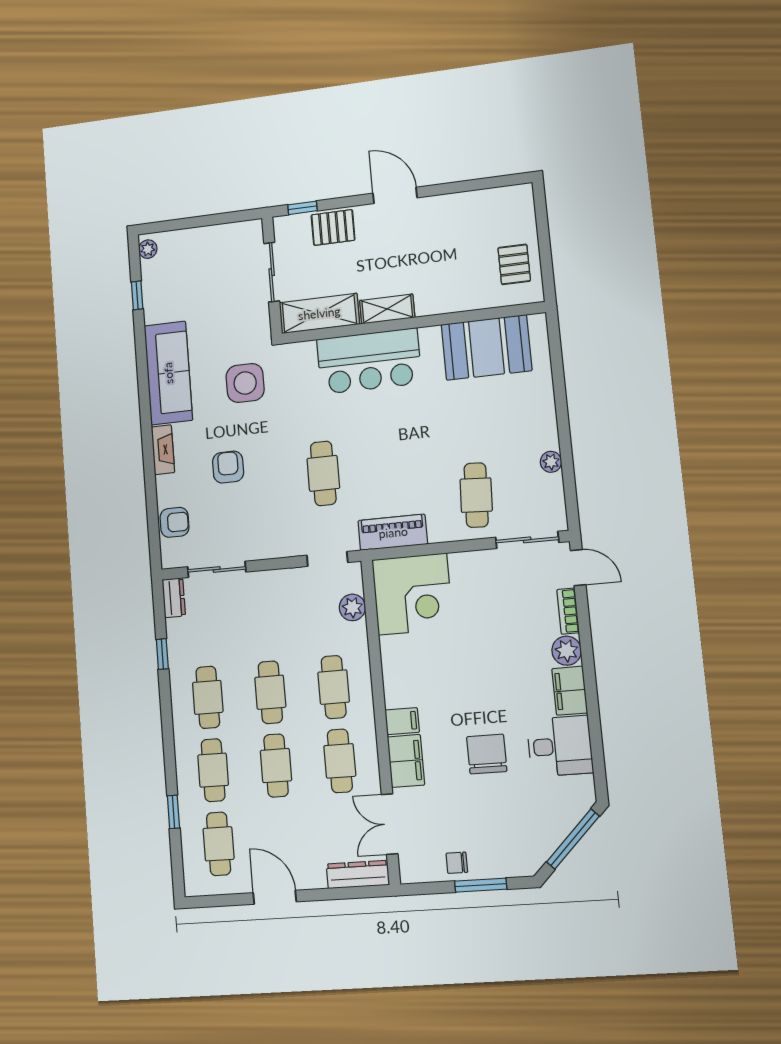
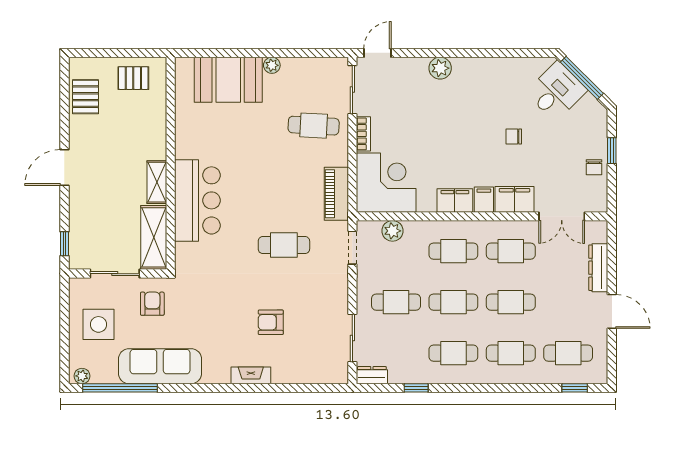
pallet: (333, 227) -> (85, 97), moved
window: (137, 295) -> (120, 388), width x3.17
booth: (486, 347) -> (228, 80), moved, turned 90
sofa: (168, 373) -> (160, 366), moved
side table: (245, 383) -> (98, 324), moved
plant: (551, 462) -> (272, 65), moved
armchair: (174, 522) -> (152, 304), moved
bookcase: (568, 611) -> (363, 134), moved, turned -90
cafe table: (265, 620) -> (396, 302), added
filing cabinet: (570, 691) -> (455, 200), moved, turned 180
desk: (560, 746) -> (556, 91), moved, turned 45
chair: (487, 754) -> (514, 137), width x0.54, depth x0.54
window: (173, 812) -> (575, 388), moved
dresser: (358, 874) -> (598, 268), moved
window: (481, 885) -> (612, 151), width x0.67
door: (275, 897) -> (612, 311), swing flipped

